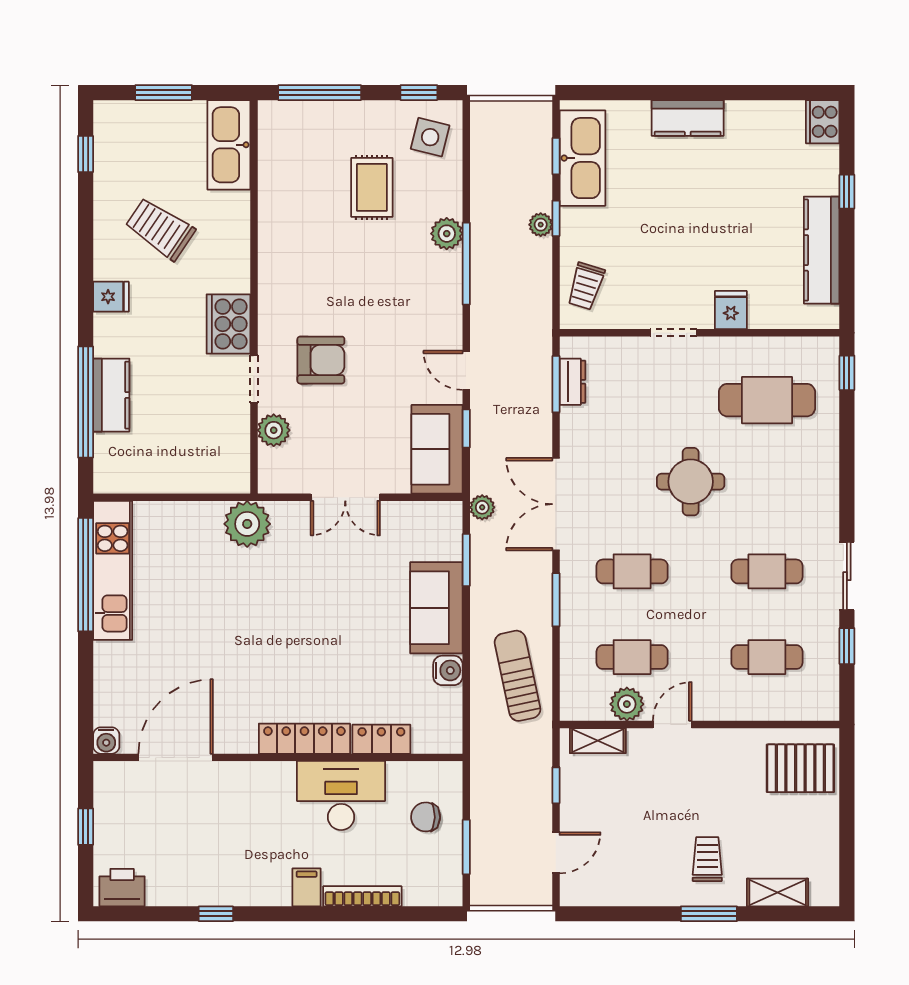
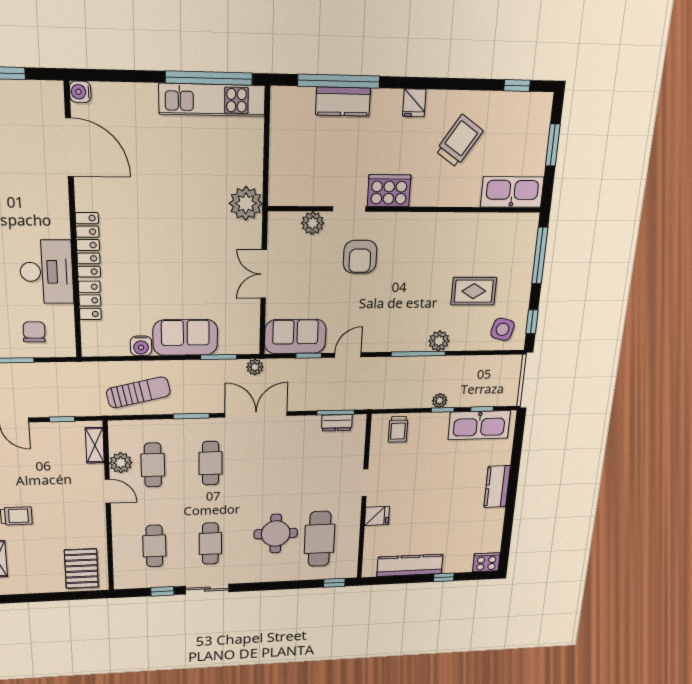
trolley: (586, 286) -> (398, 429), turned -107
round table: (691, 482) -> (276, 534), moved

